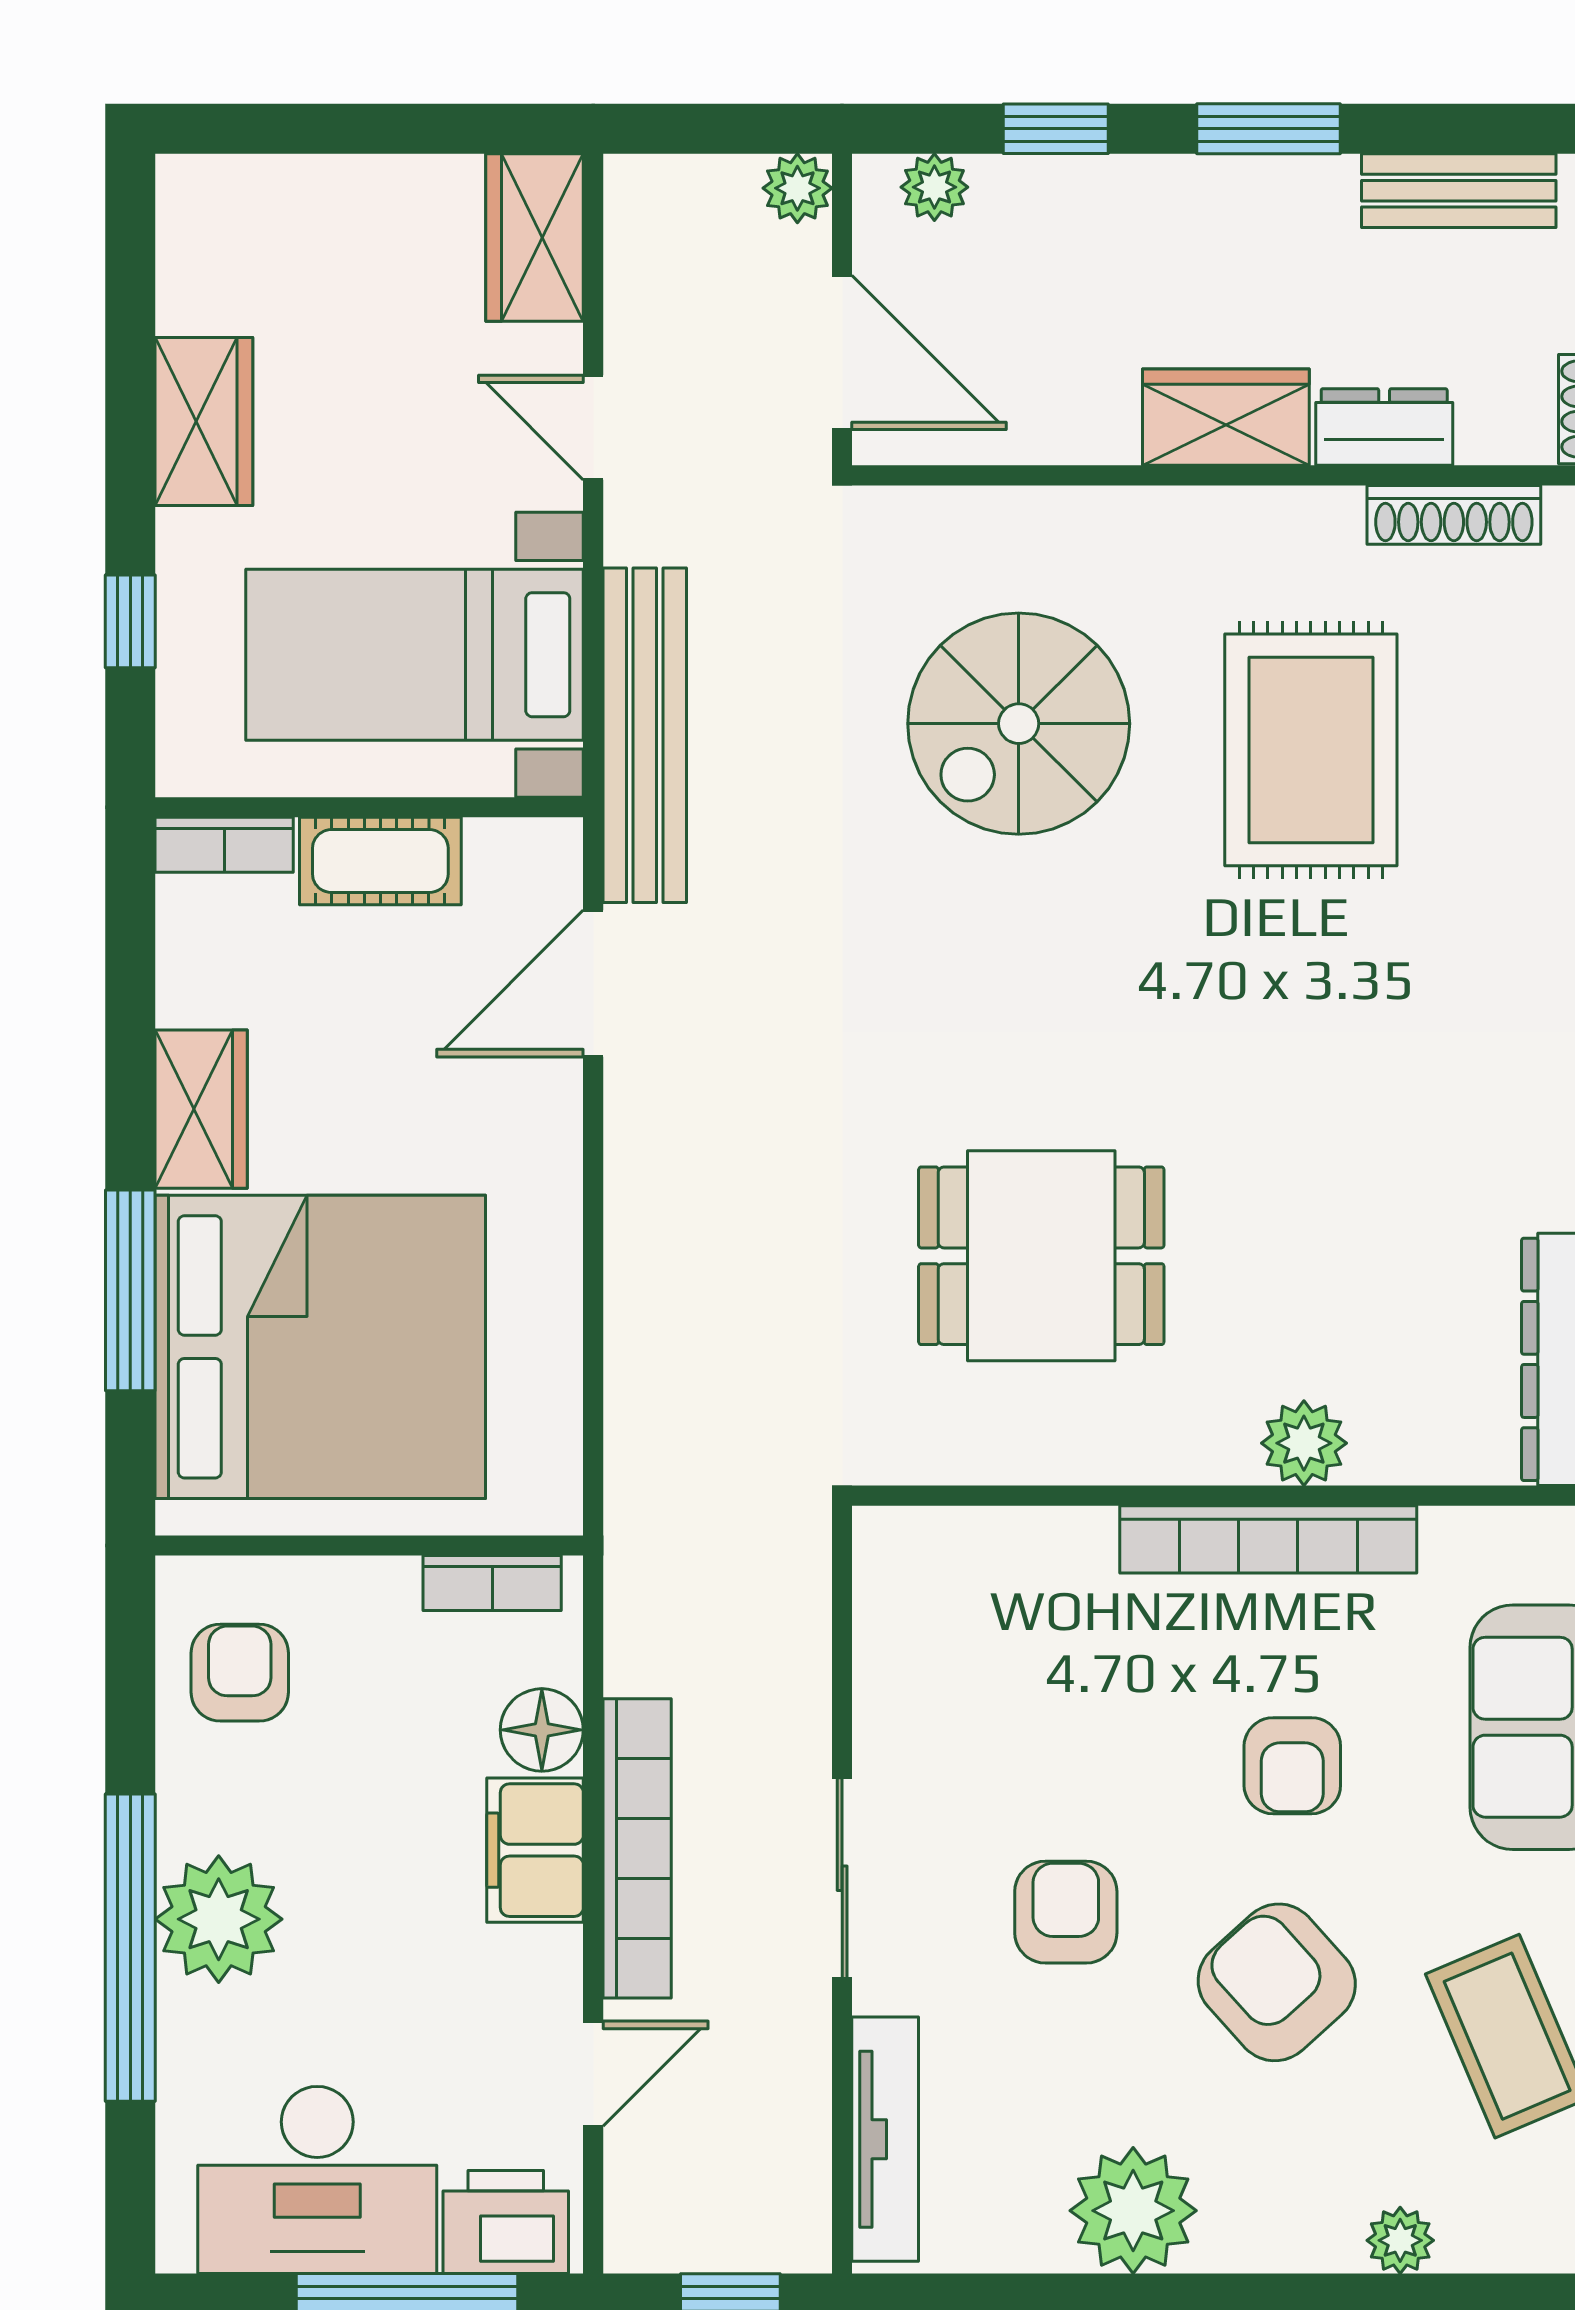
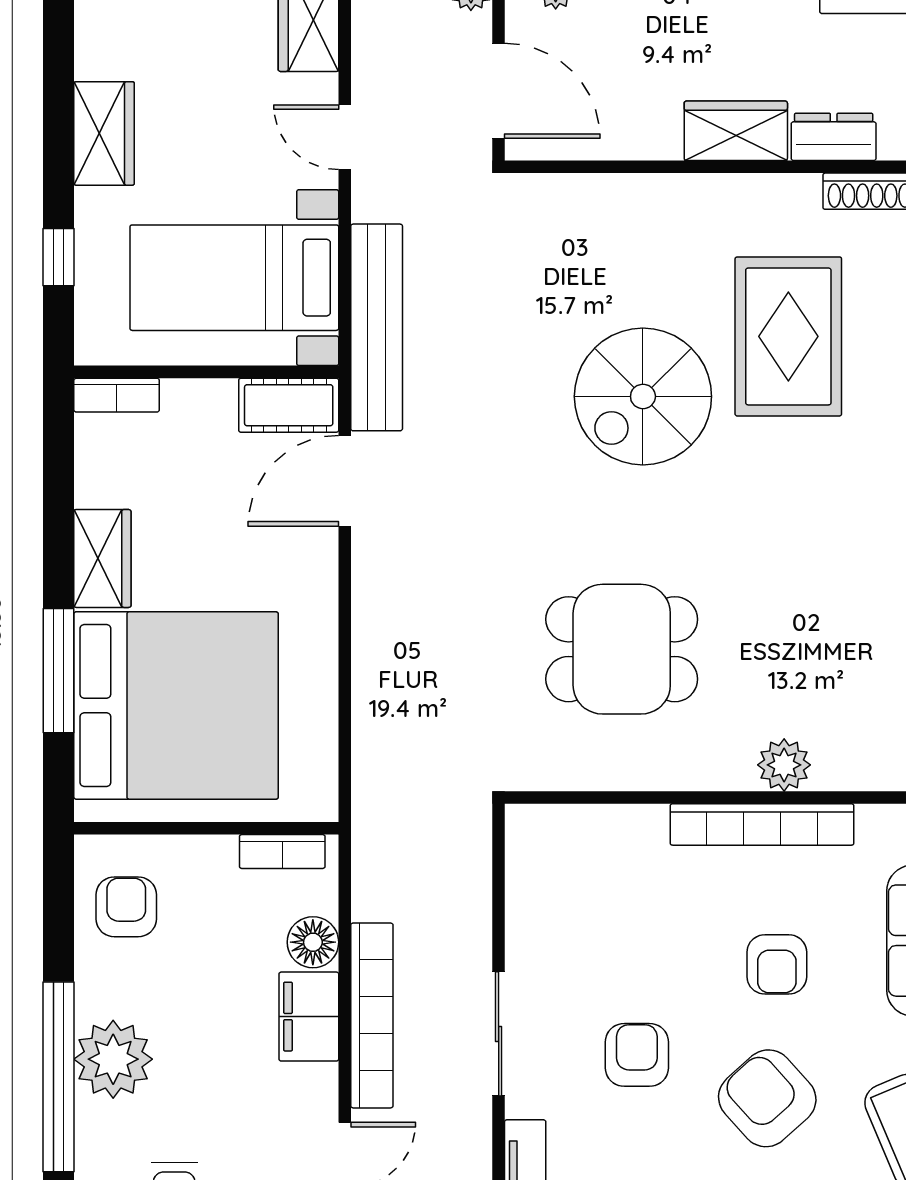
spiral stairs: (1019, 724) -> (643, 396), moved
cot: (380, 861) -> (289, 405), moved

